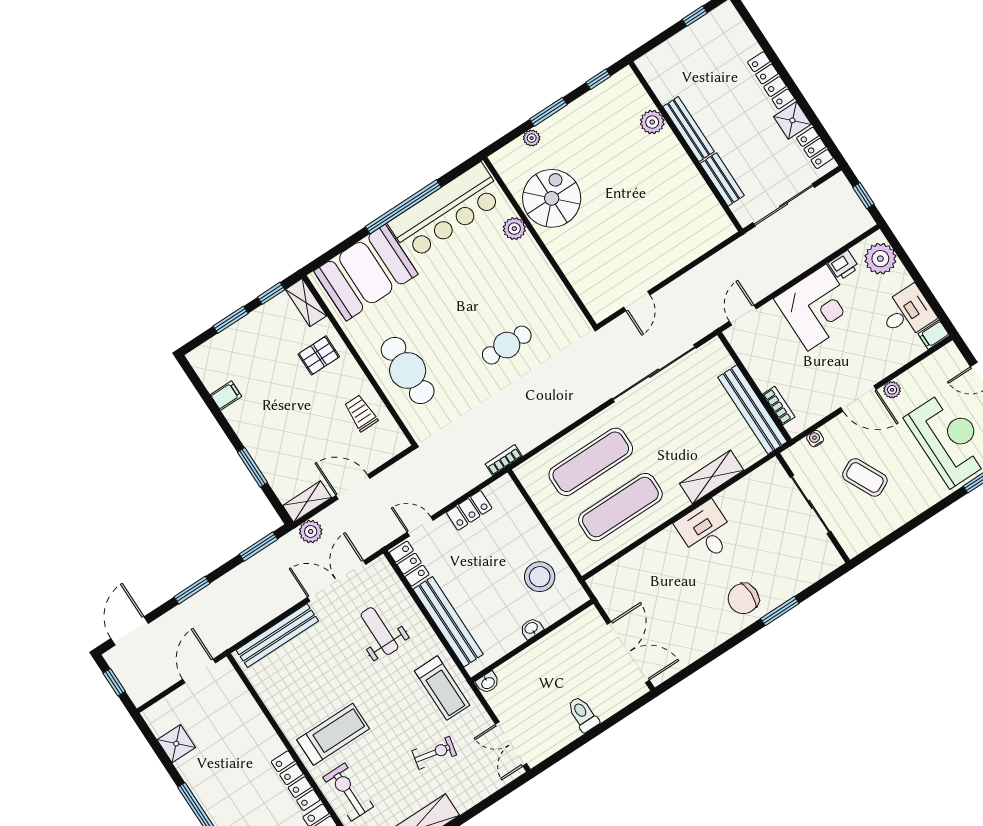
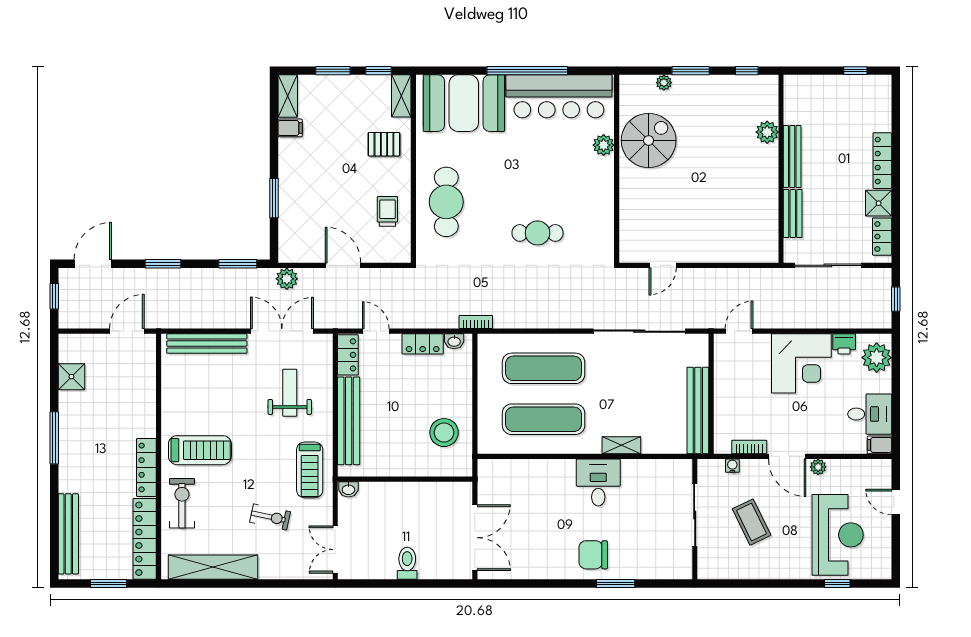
bookcase: (779, 406) -> (749, 447), moved, turned -90
shelving: (712, 477) -> (621, 445), width x0.67, depth x0.75
shelving: (307, 502) -> (288, 96), moved, turned 90
washbasin: (531, 628) -> (454, 341), moved, turned 180

